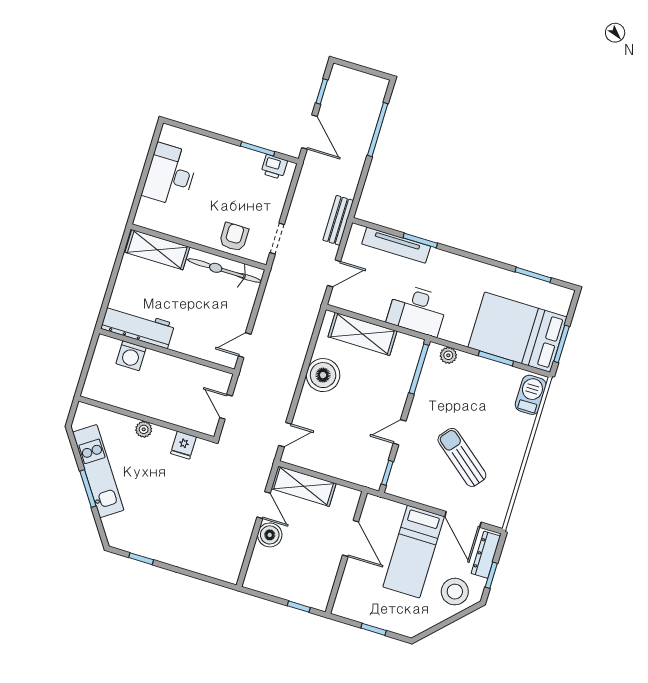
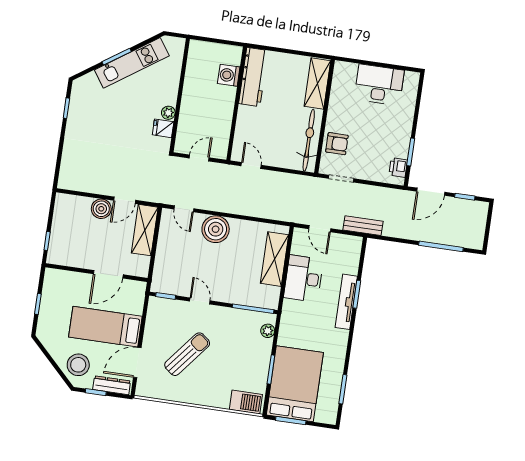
tv unit: (396, 245) -> (346, 302), moved
desk: (417, 310) -> (304, 279), moved
boiler: (323, 375) -> (216, 229), moved
plant: (144, 429) -> (168, 113), moved

